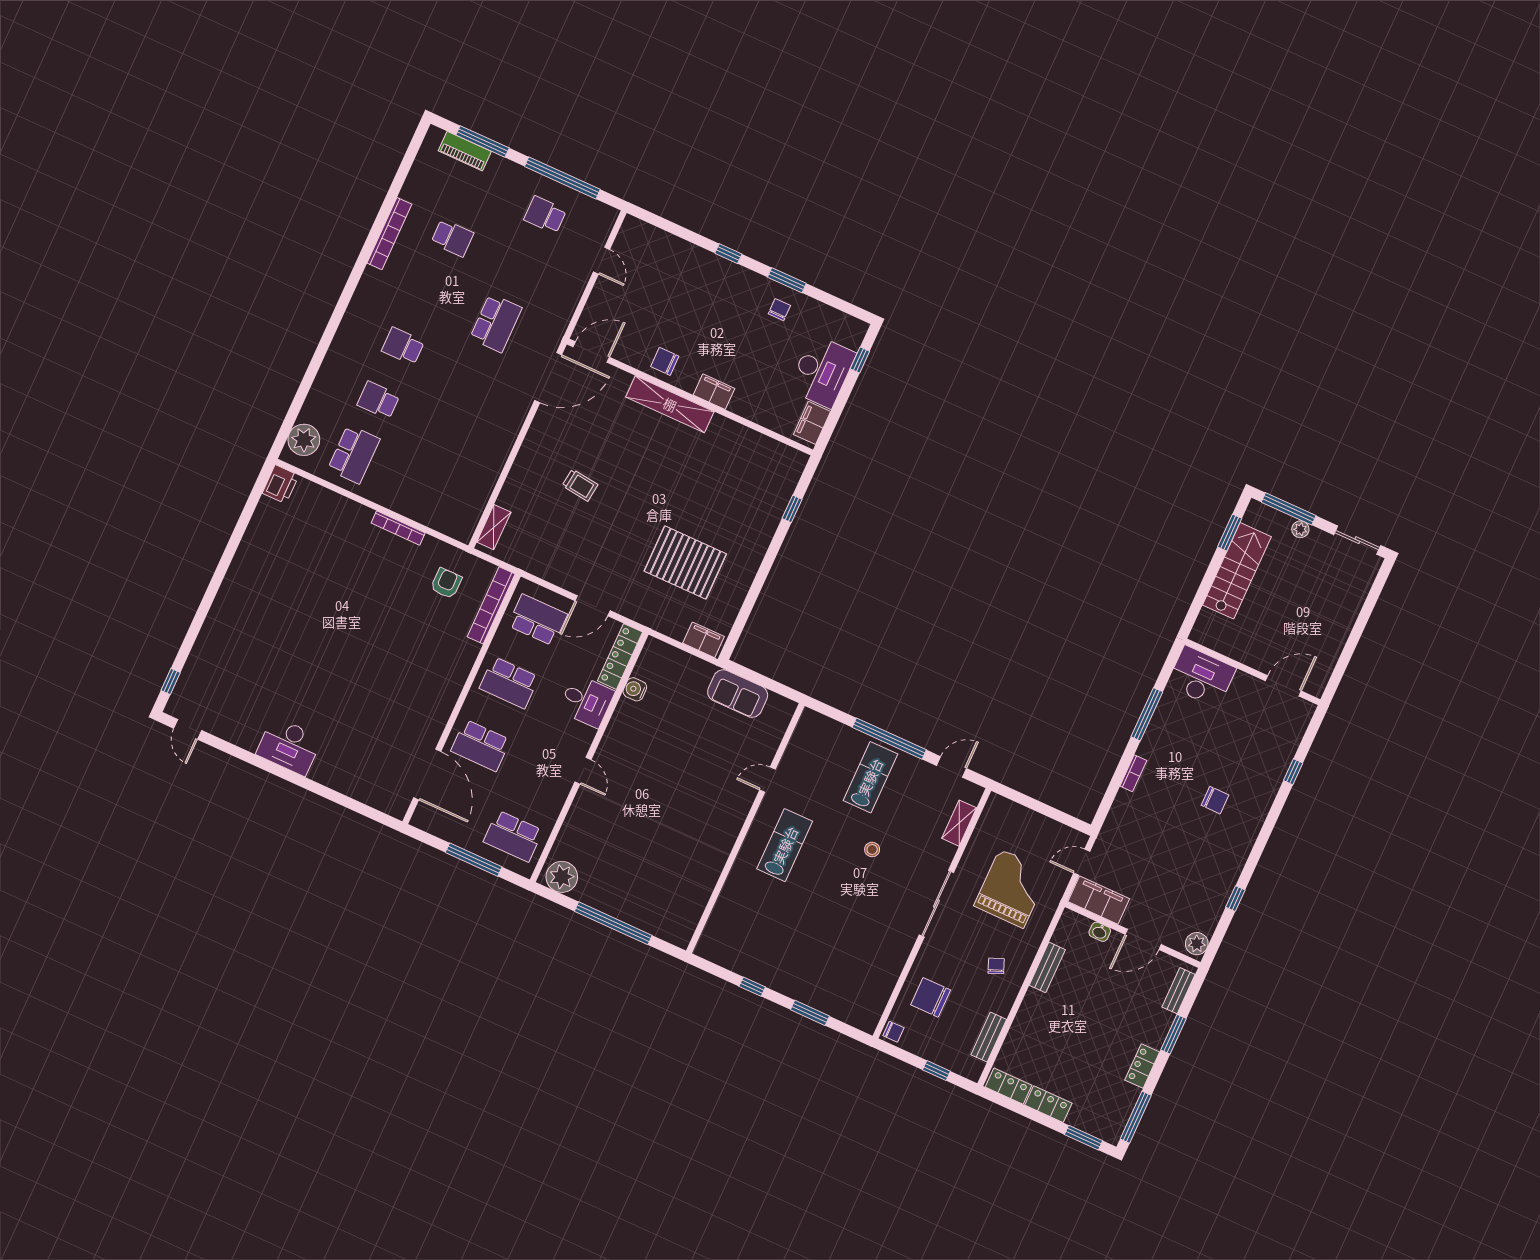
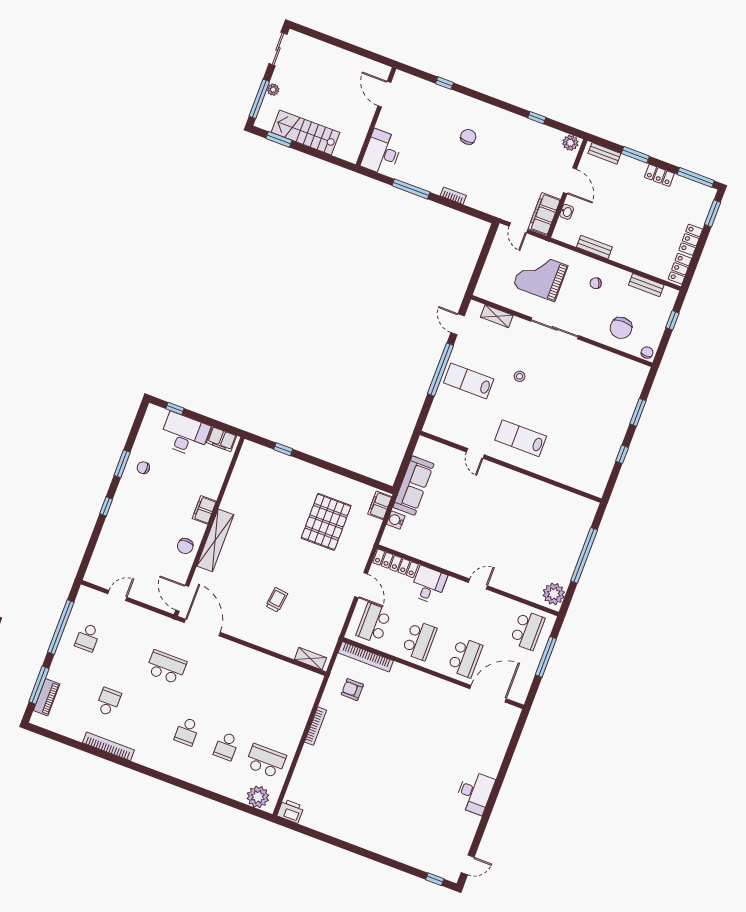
water cooler: (635, 689) -> (396, 520), moved, turned 90
sofa: (738, 694) -> (413, 486), width x1.36

